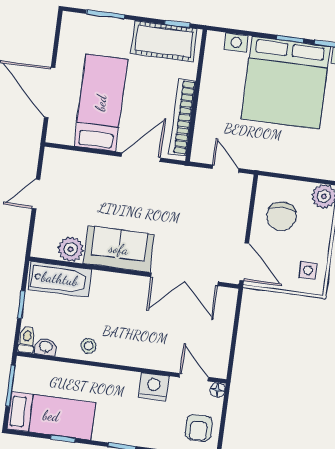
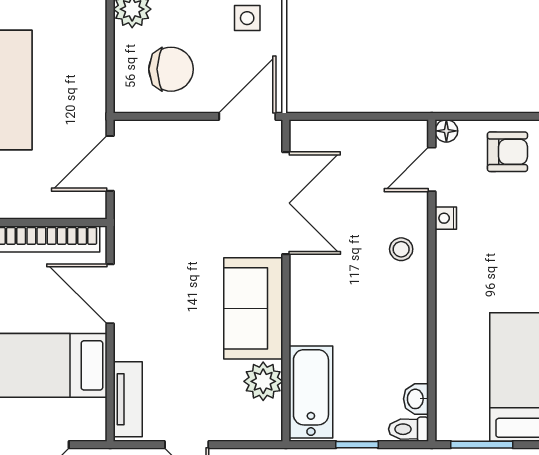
tv unit: (71, 160) -> (128, 399), added
door: (226, 169) -> (110, 163), width x1.38
stool: (89, 346) -> (401, 249), moved
nightstand: (154, 387) -> (446, 218), width x0.53, depth x0.56

